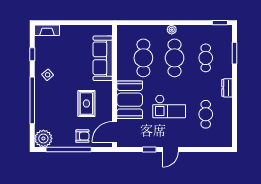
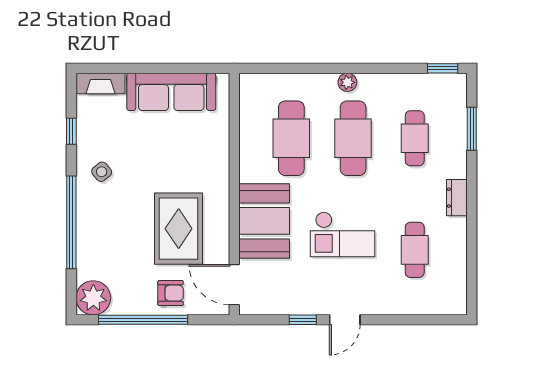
sofa: (103, 58) -> (171, 92), moved, turned -90
rug: (86, 104) -> (179, 229), width x1.36, depth x1.43
door: (115, 132) -> (234, 285), hinge flipped

